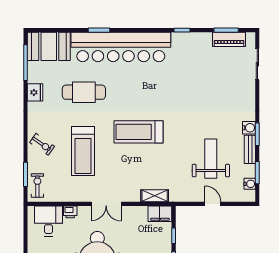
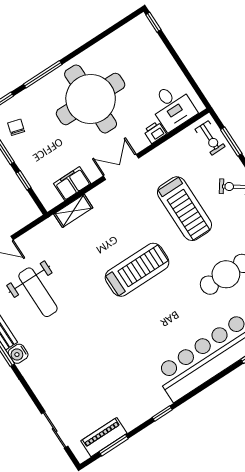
treadmill: (83, 151) -> (184, 209), turned 180
filing cabinet: (160, 214) -> (72, 183), moved

